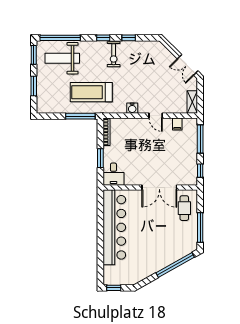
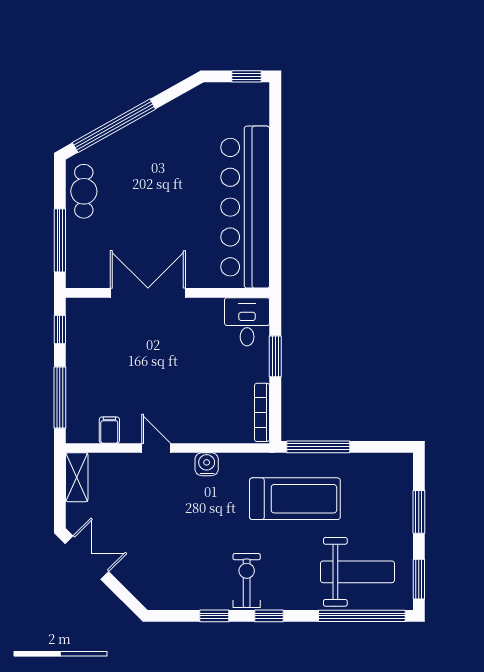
cafe table: (184, 208) -> (84, 191), moved
window: (200, 227) -> (60, 240), moved

